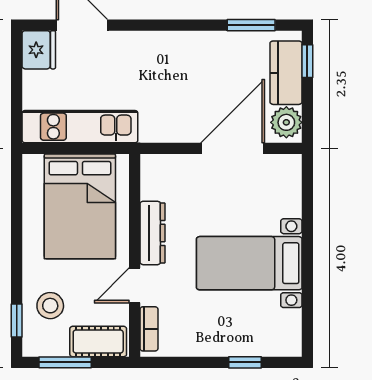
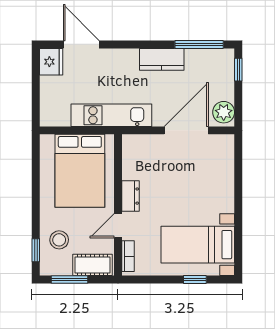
window: (251, 25) -> (199, 44), width x1.44
kitchen counter: (286, 73) -> (162, 59), moved, turned -90
kitchen unit: (80, 127) -> (111, 115), moved
dresser: (153, 233) -> (130, 196), width x0.70
bed with nightstands: (249, 263) -> (198, 245), moved

